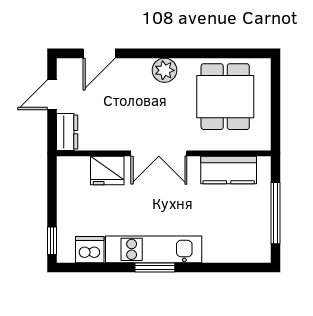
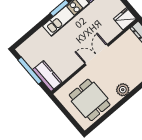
kitchen counter: (229, 170) -> (47, 76), moved, turned 90
fridge: (107, 171) -> (125, 19), moved

